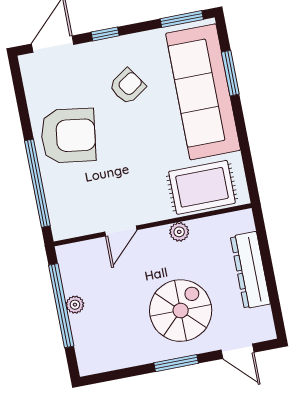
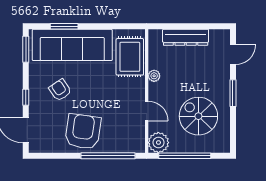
plant: (75, 305) -> (158, 143), moved, width x1.88, depth x1.88
spiral stairs: (181, 311) -> (198, 116), moved

